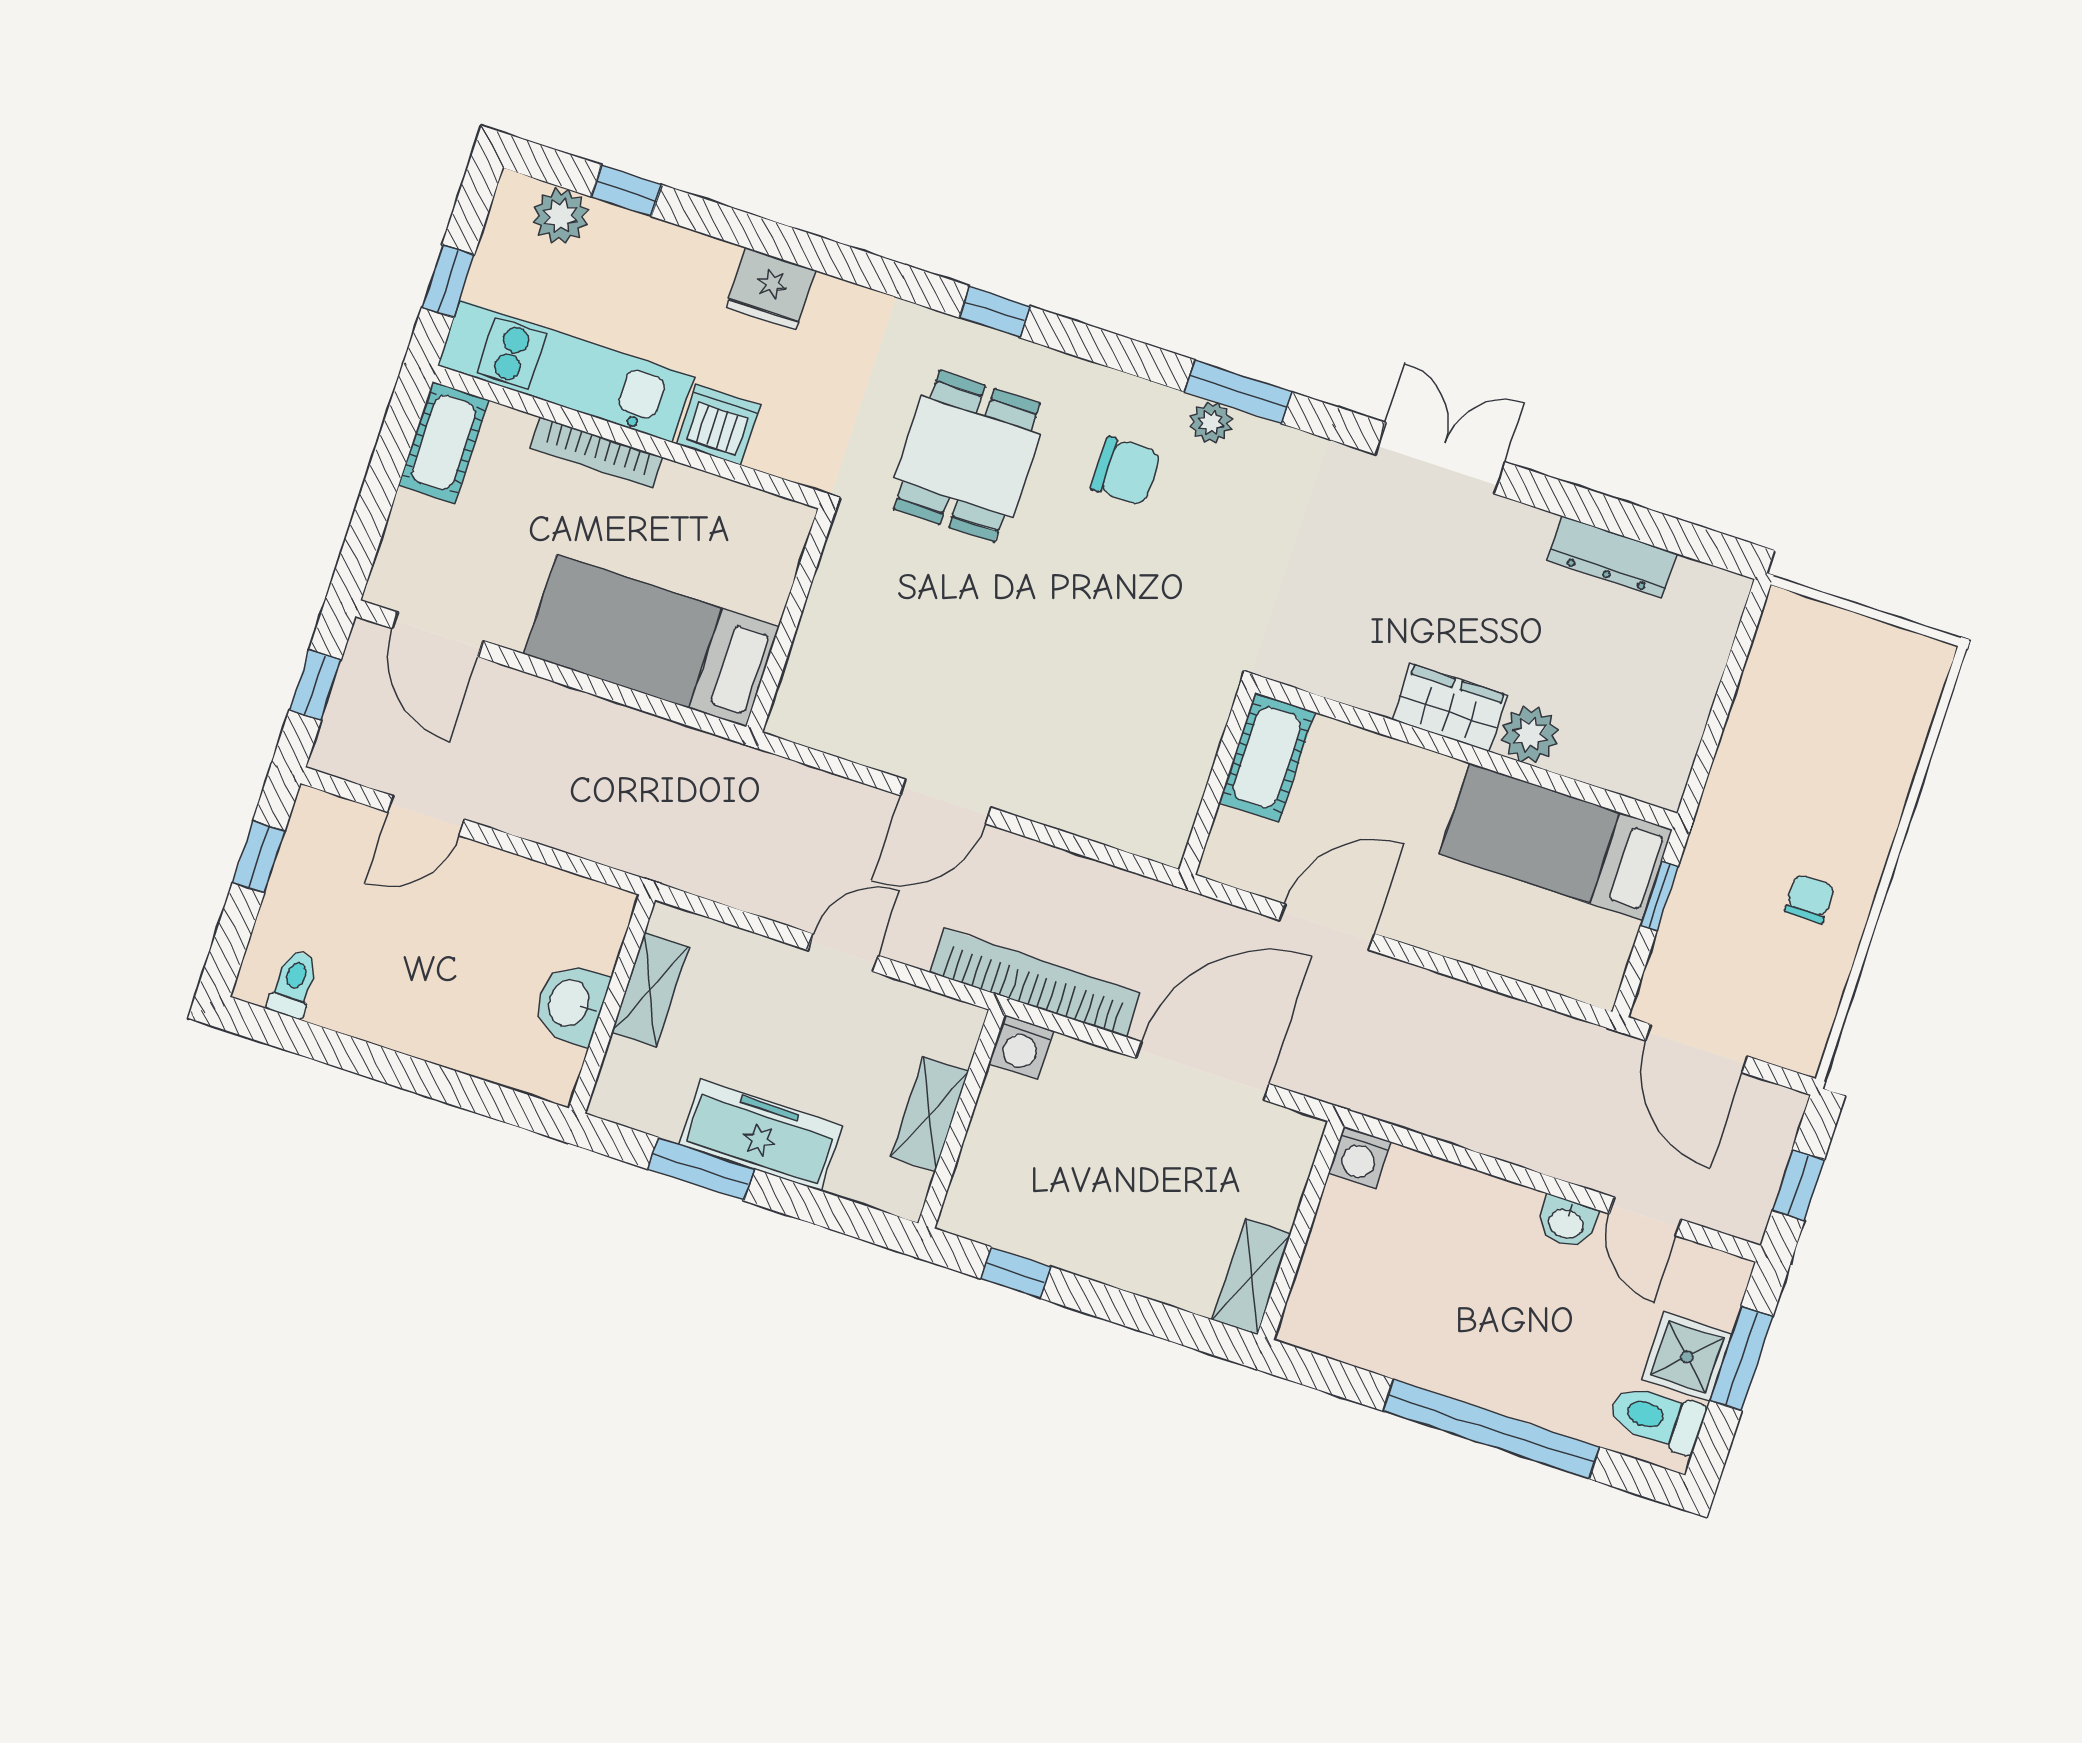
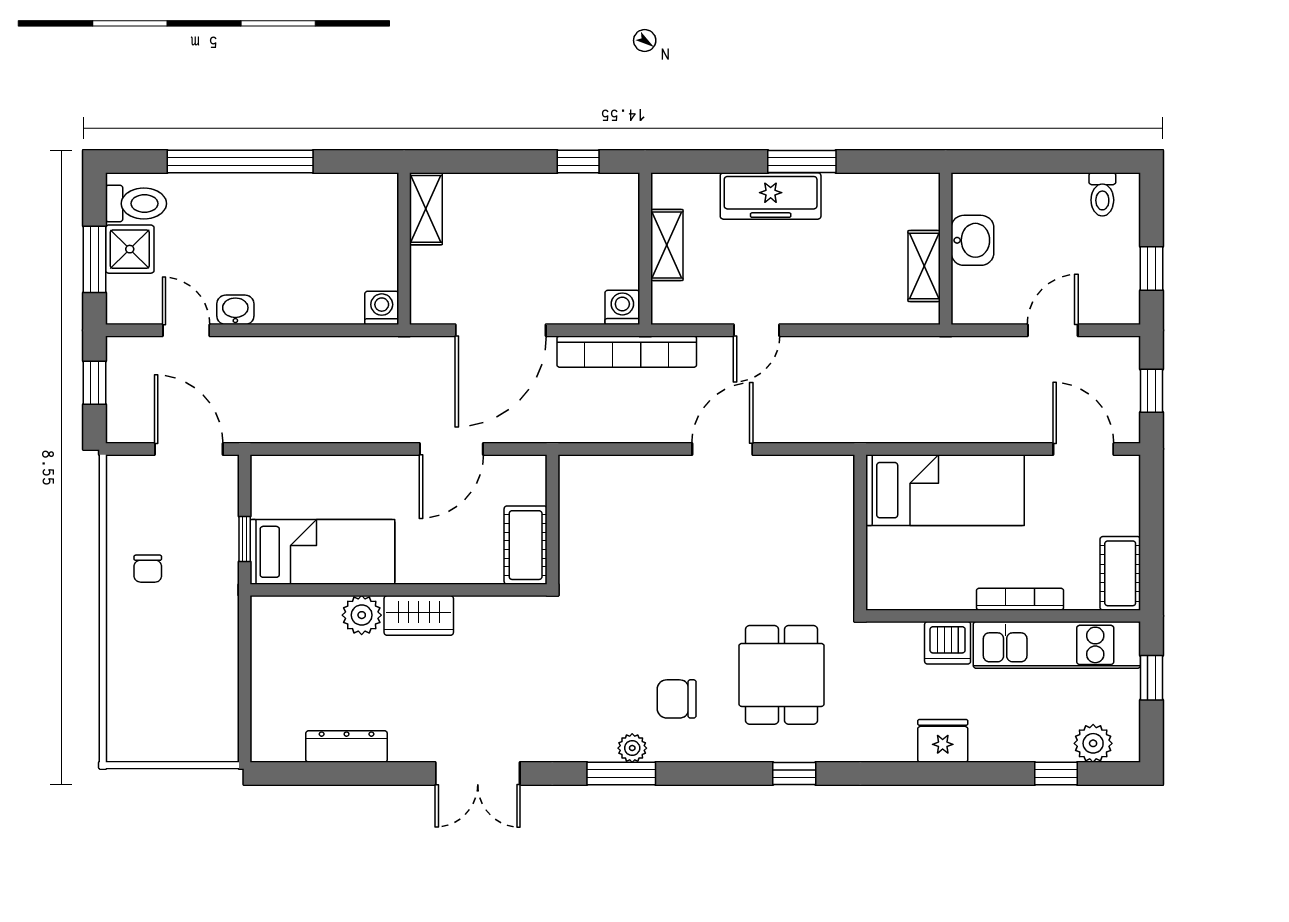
shelving: (650, 990) -> (924, 266), moved
washbasin: (570, 1003) -> (972, 240), moved
wall: (612, 1004) -> (946, 249), moved

